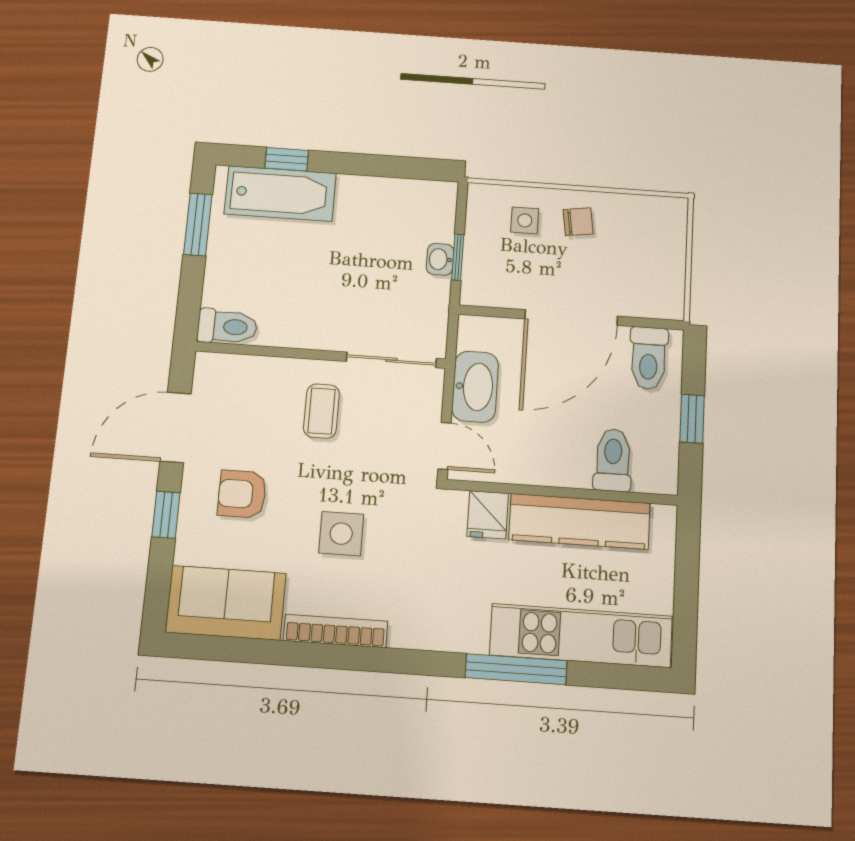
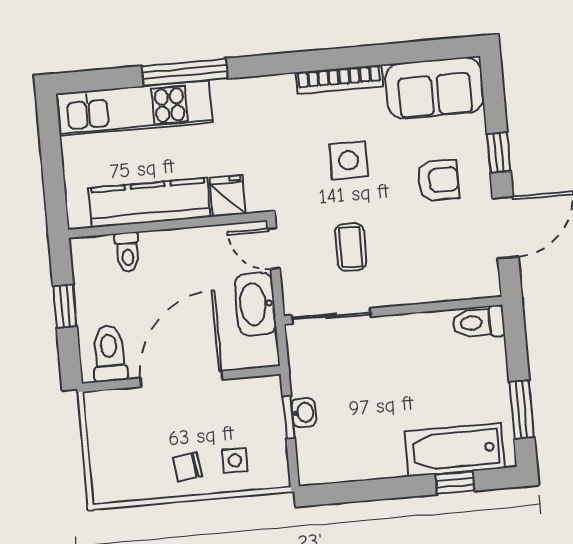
coffee table: (322, 411) -> (351, 247), moved
toilet: (613, 460) -> (127, 252), width x0.73, depth x0.72

